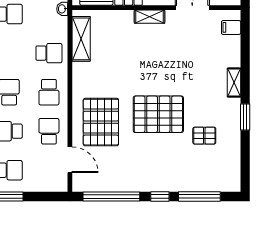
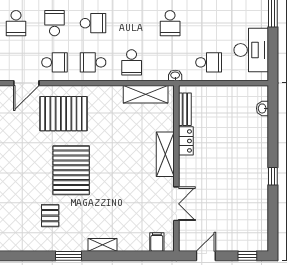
shelving: (150, 17) -> (165, 154), width x1.50, depth x1.33

